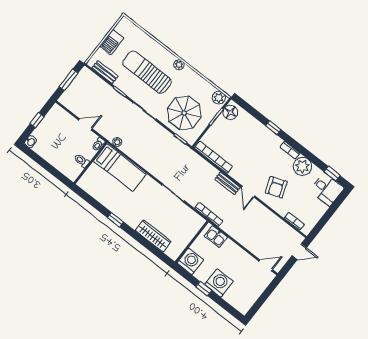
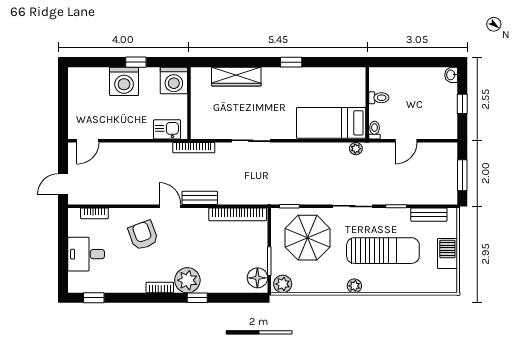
plant: (302, 166) -> (187, 280), moved
desk: (327, 189) -> (86, 254), moved

